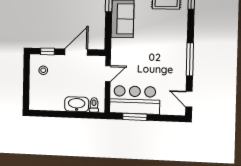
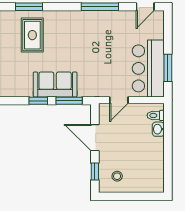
window: (108, 31) -> (69, 101), added
door: (108, 74) -> (119, 100), swing flipped
washbasin: (77, 104) -> (158, 129), width x0.52, depth x0.69

